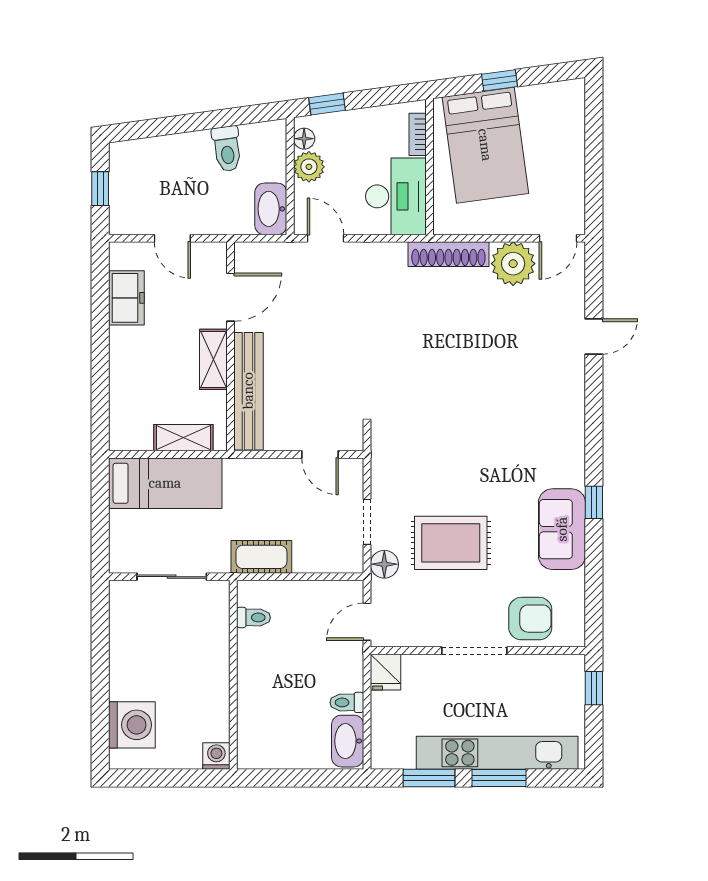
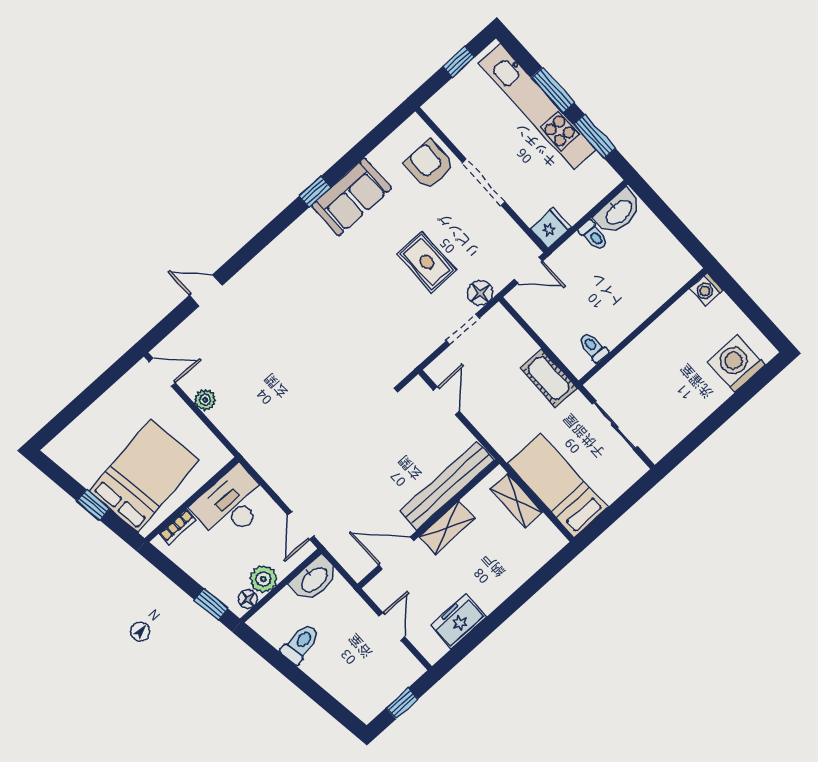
shoe rack: (448, 254) -> (238, 435), removed
plant: (513, 264) -> (205, 400), width x0.53, depth x0.53
rug: (451, 543) -> (427, 262), width x0.73, depth x0.70
window: (594, 688) -> (459, 62), moved

